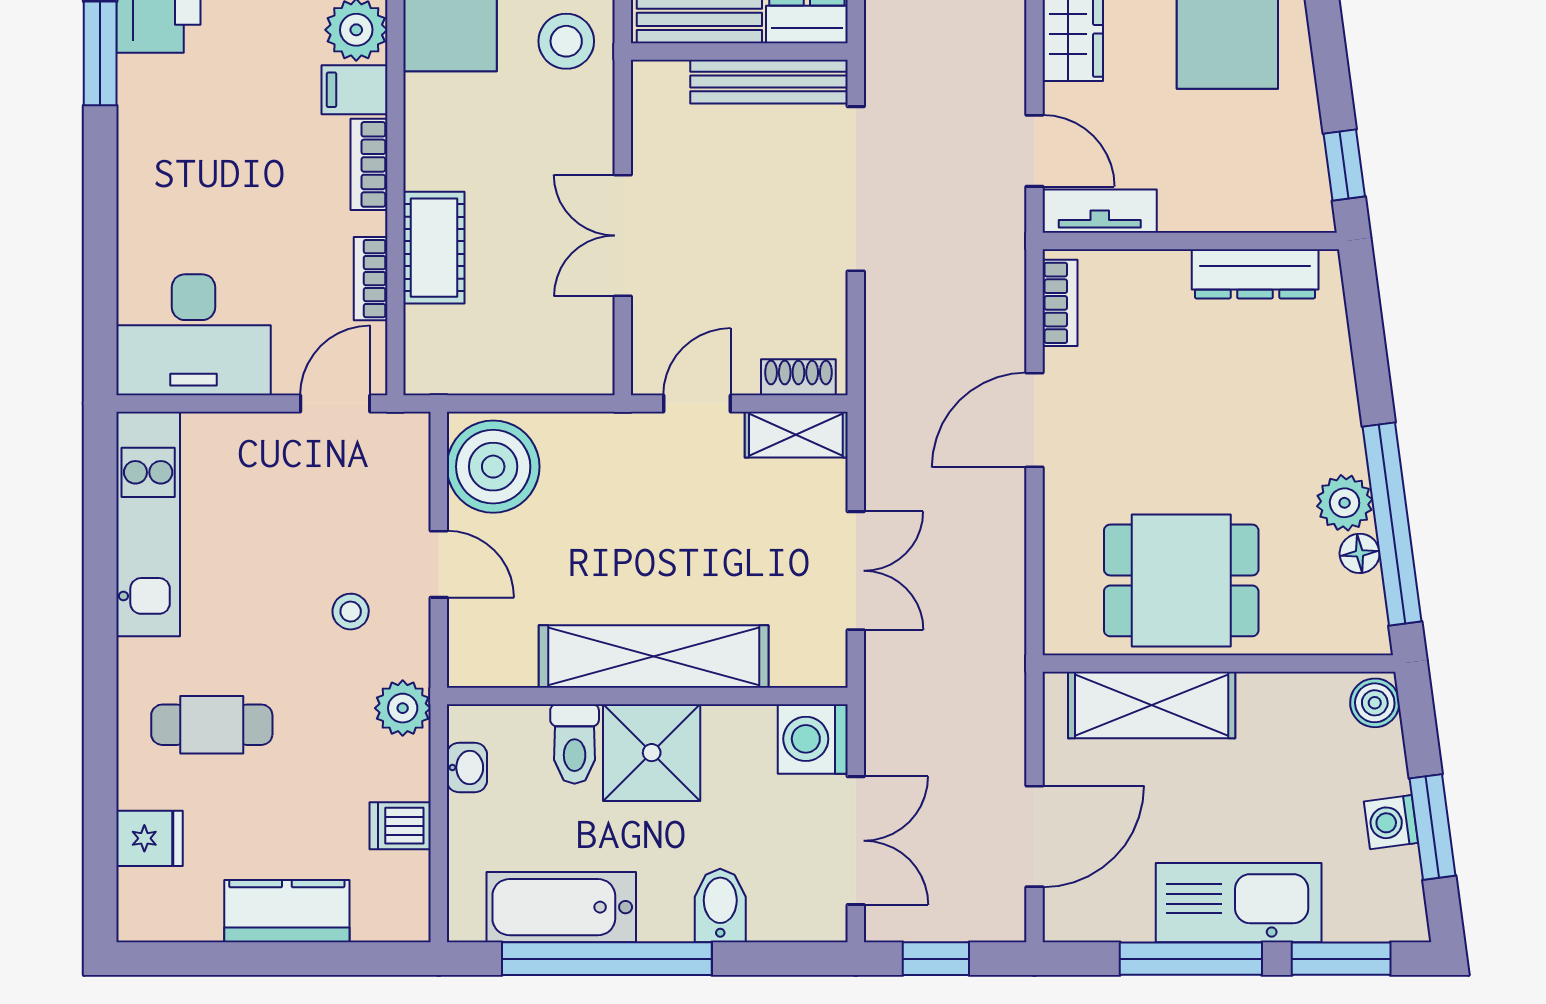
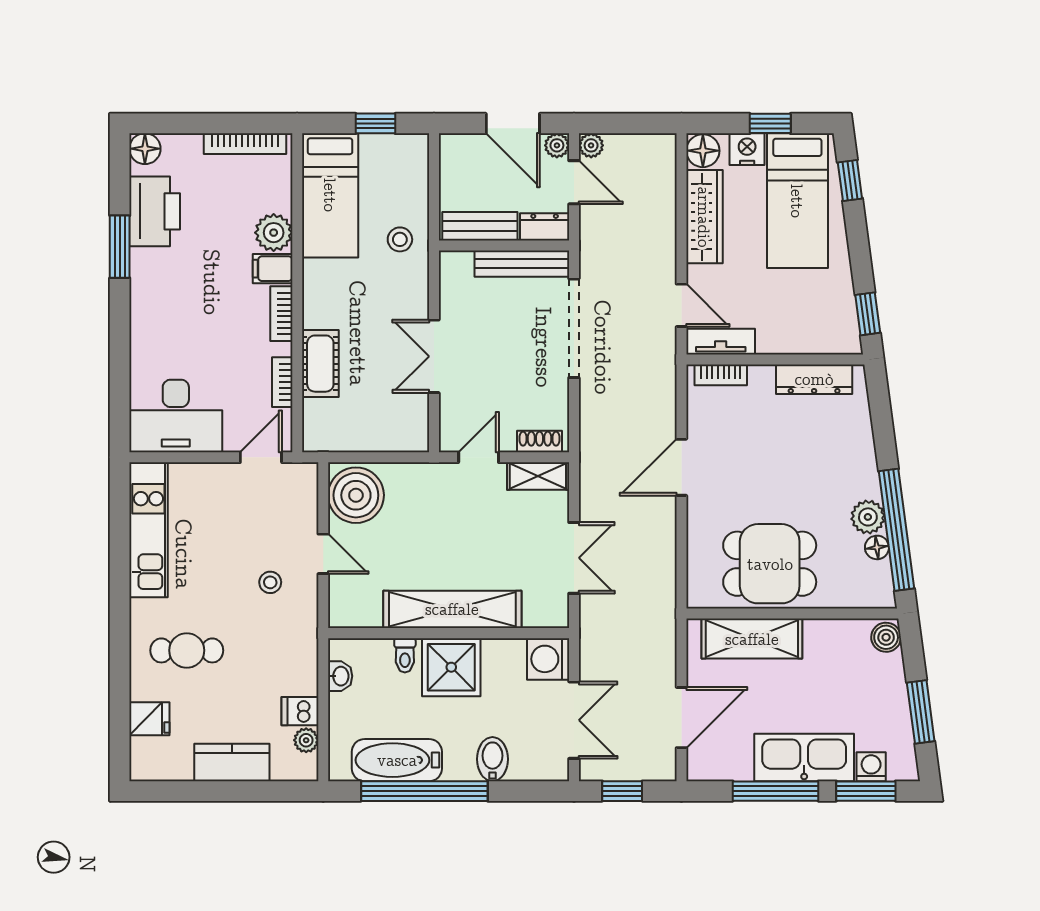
stool: (566, 41) -> (400, 239), width x0.73, depth x0.73
bookcase: (1060, 303) -> (721, 375), moved, turned 90
plant: (403, 708) -> (306, 740), moved, width x0.73, depth x0.73
toilet: (575, 744) -> (405, 655), width x0.73, depth x0.72
washing machine: (1391, 822) -> (871, 767), moved, turned 98

